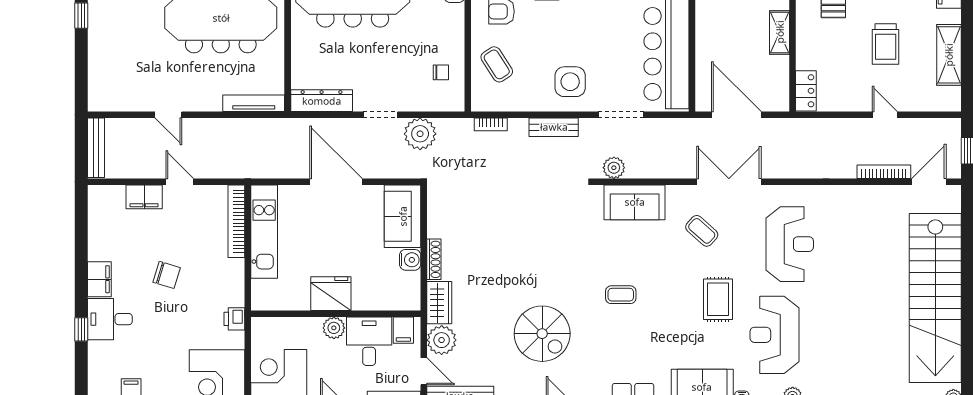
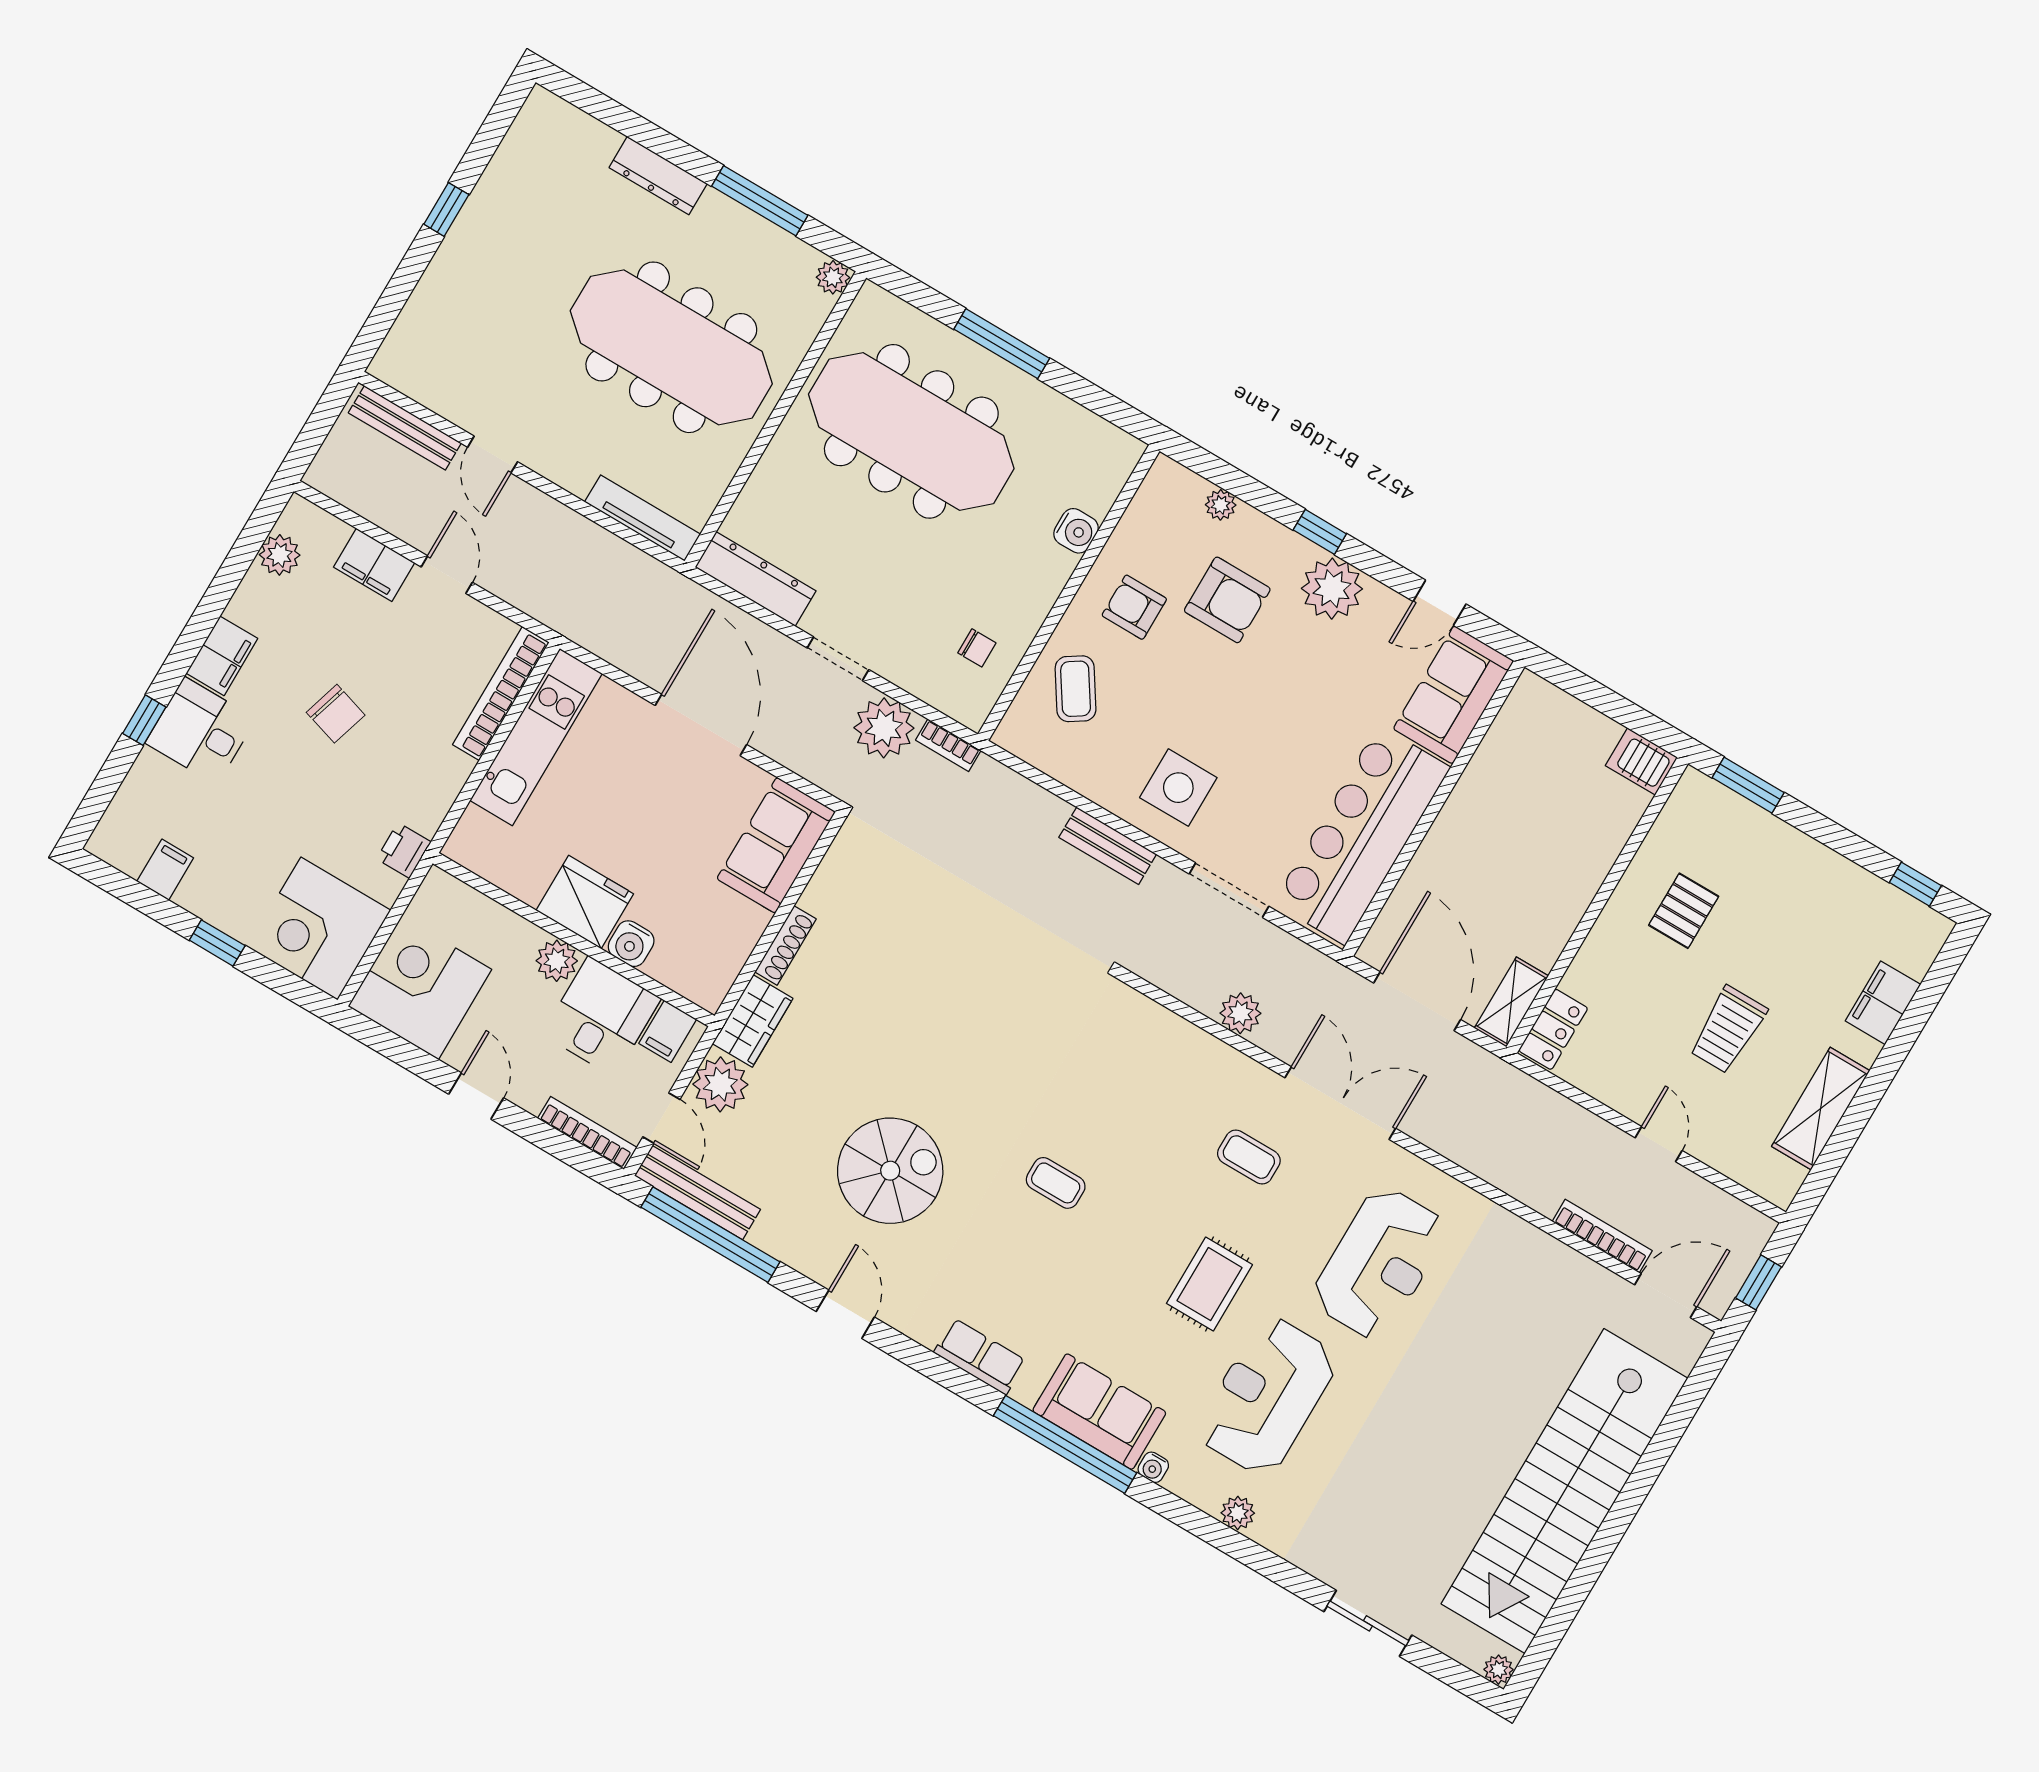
shelving: (780, 32) -> (1511, 1002), moved
bookcase: (491, 124) -> (948, 745), moved
bench: (96, 148) -> (405, 428), moved, turned 90
plant: (614, 168) -> (1240, 1013), moved
sofa: (635, 202) -> (1167, 1046), removed
plant: (98, 218) -> (280, 555), added
coffee table: (702, 231) -> (1249, 1157), turned -42
water cooler: (410, 260) -> (631, 944), moved, turned 90
spiral stairs: (542, 334) -> (890, 1171), turned -90

